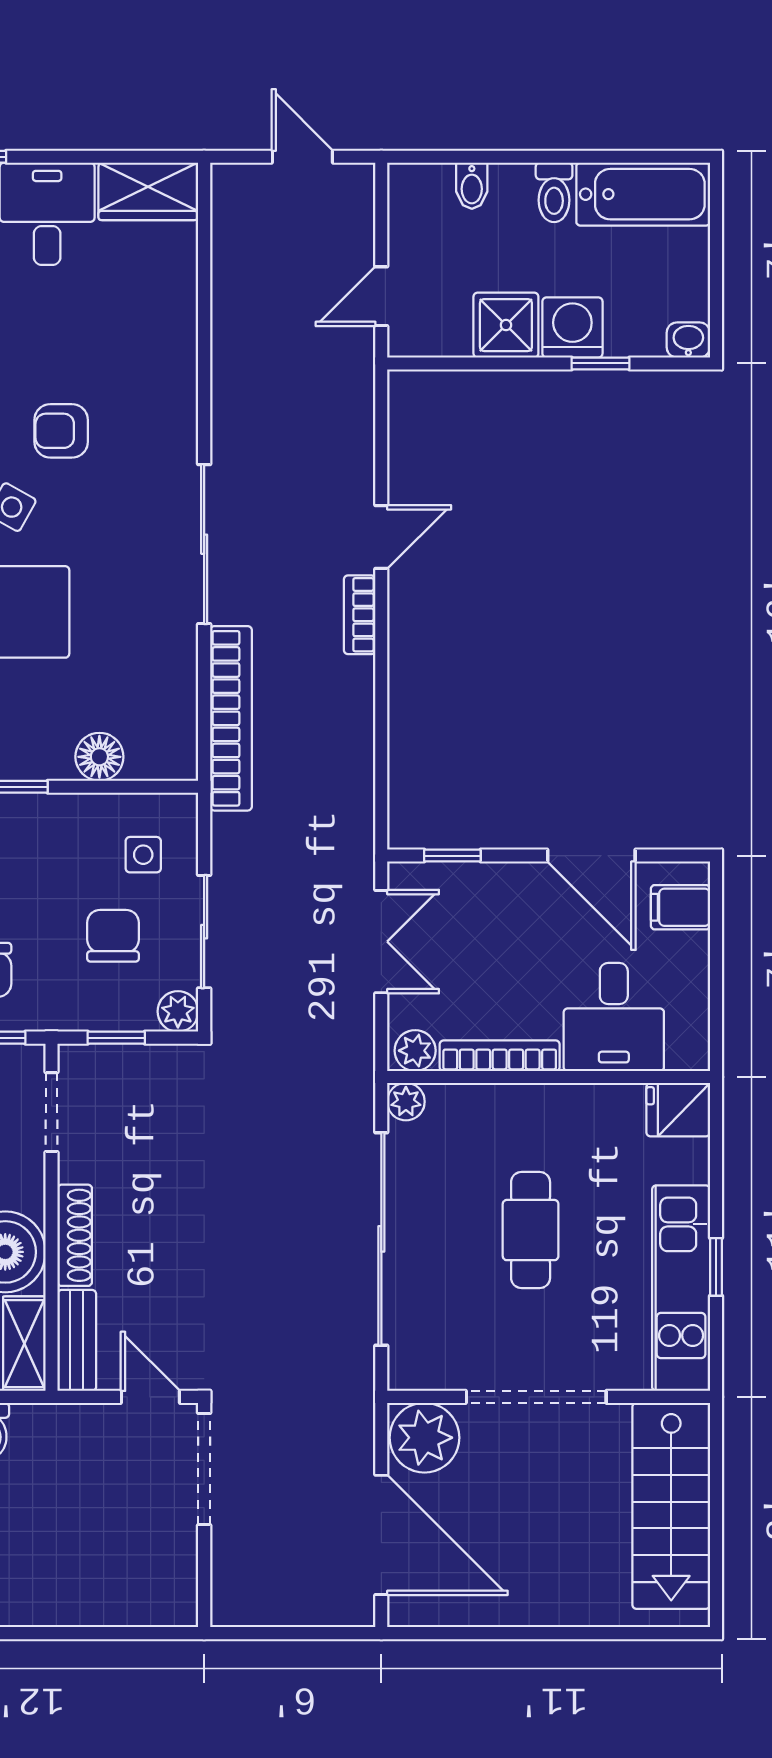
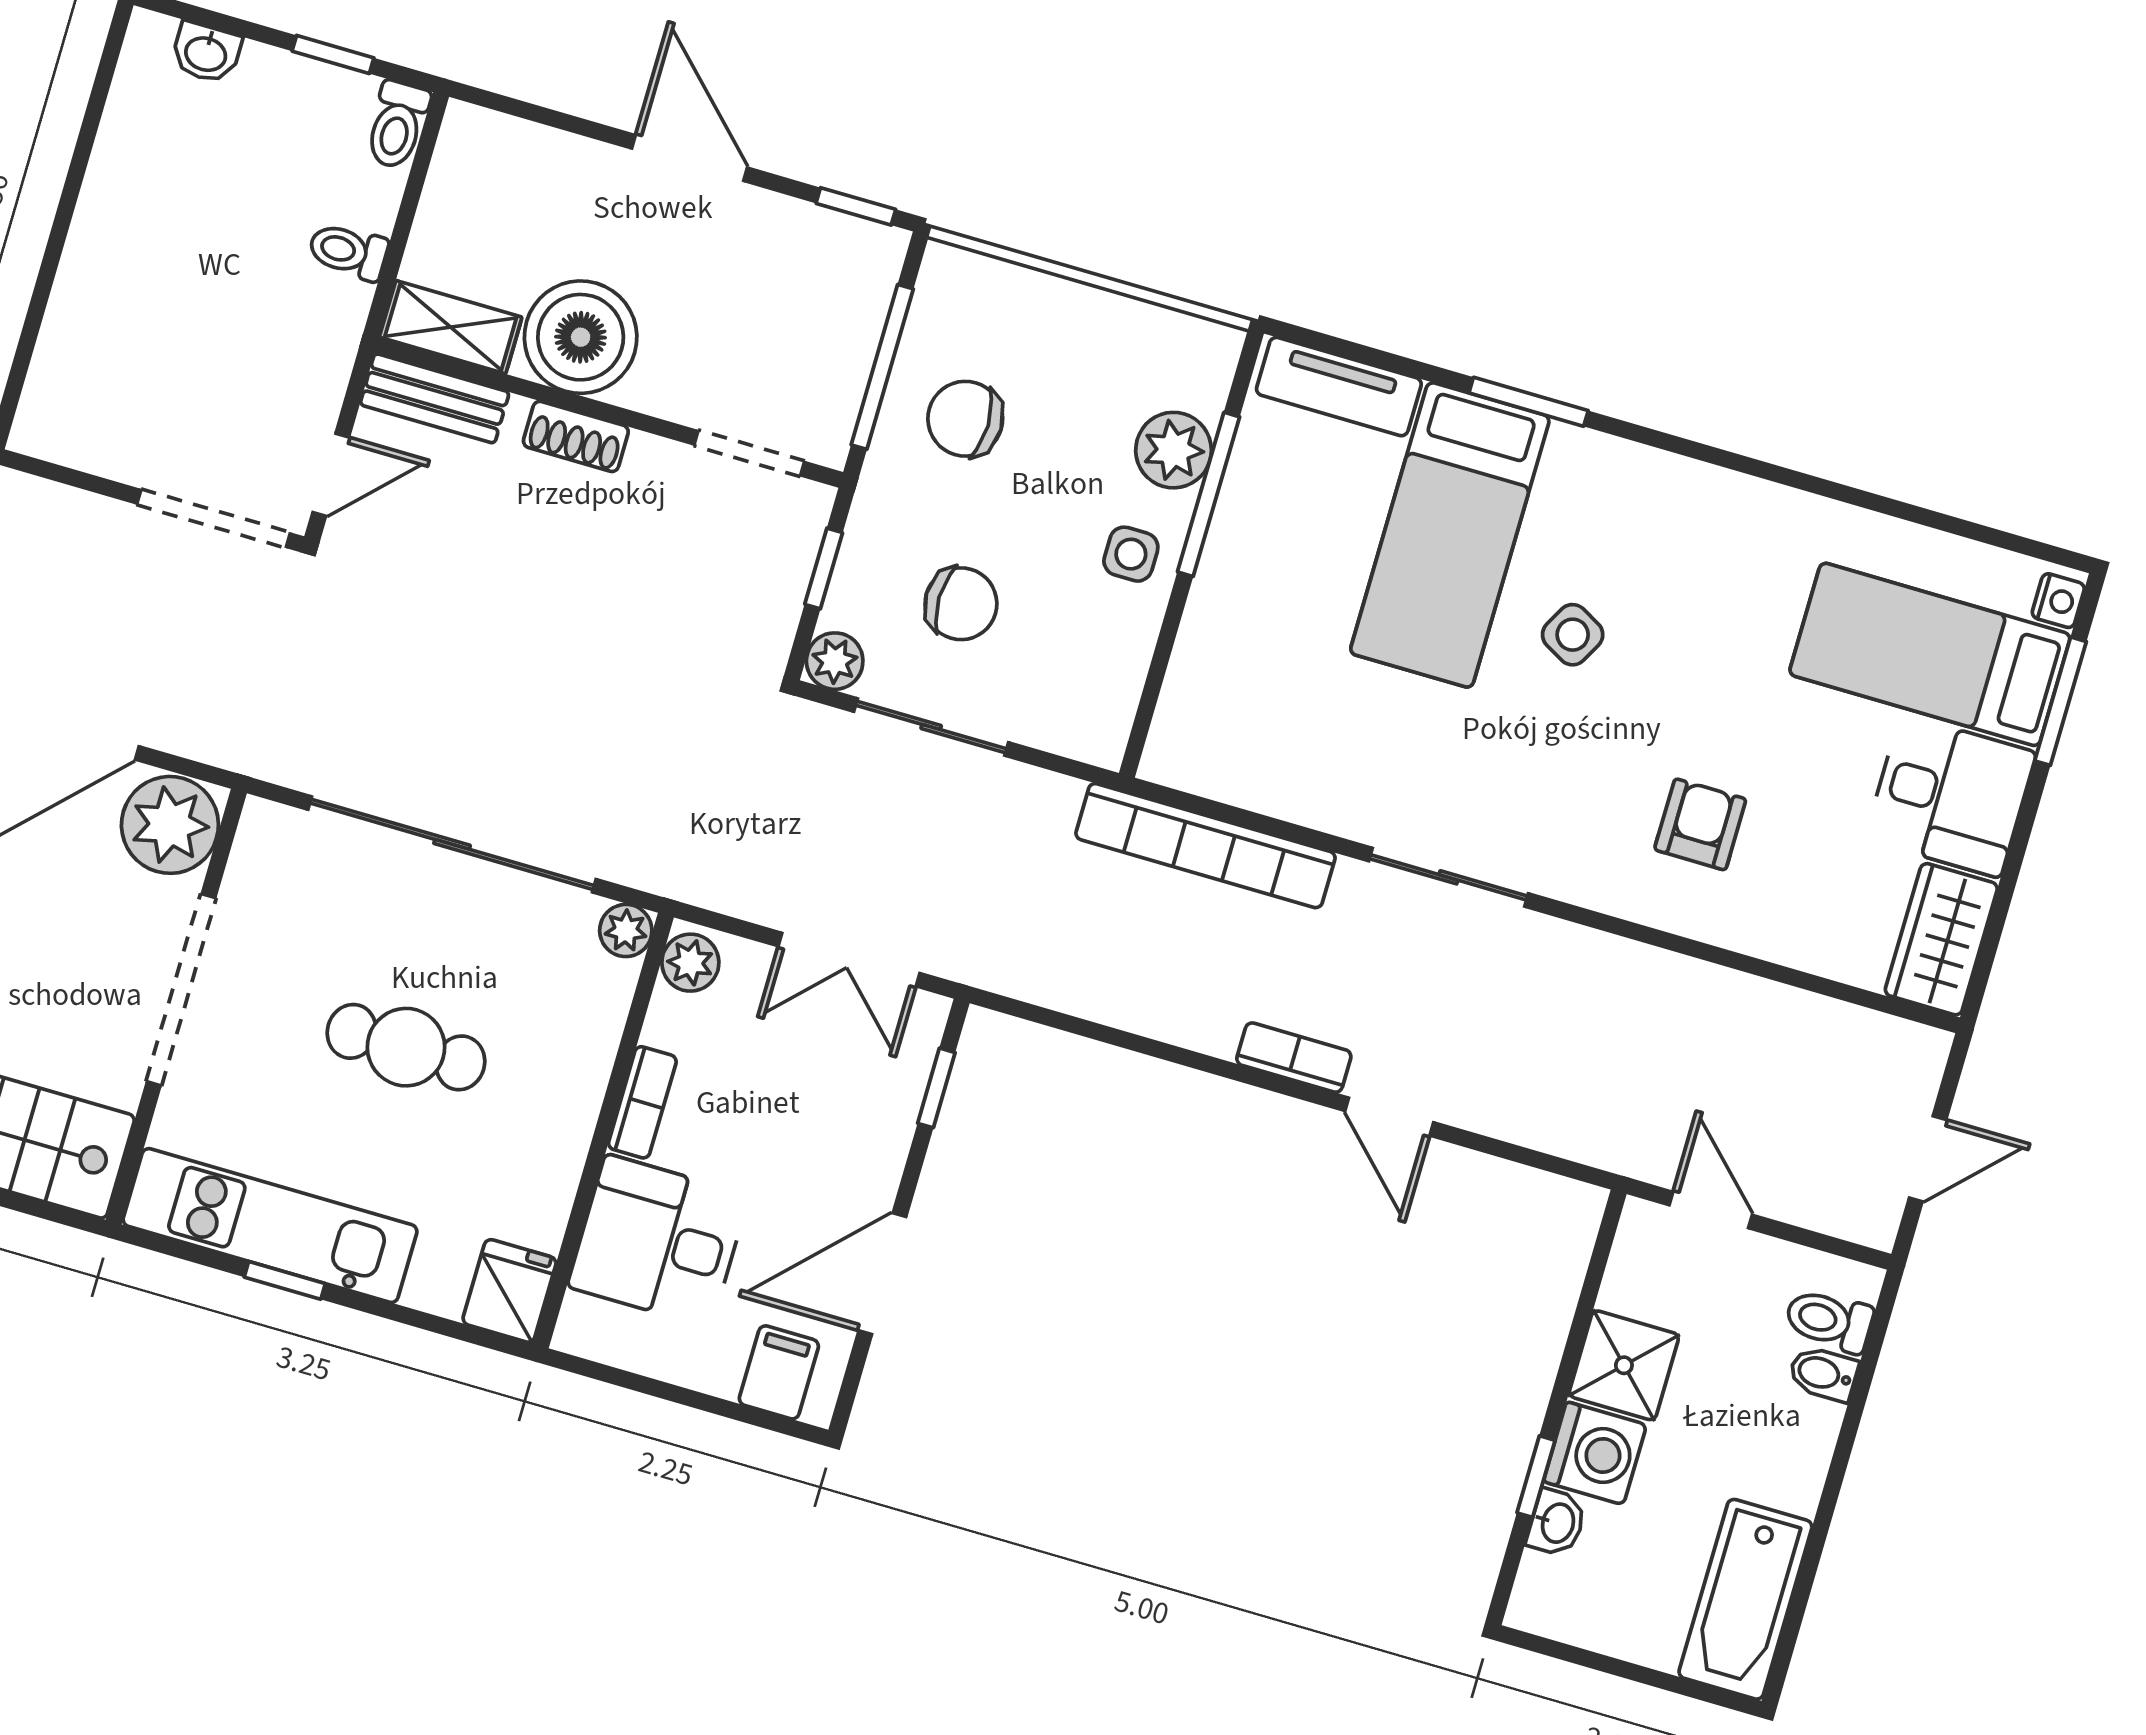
toilet: (554, 192) -> (1829, 1320), moved
washbasin: (688, 340) -> (1557, 1523), moved
armchair: (61, 431) -> (1700, 824), moved
sliding door: (204, 544) -> (1448, 877), width x0.73
floor lamp: (99, 757) -> (1205, 655), removed
side table: (143, 855) -> (1131, 554), moved
bookcase: (500, 1056) -> (642, 1102), width x0.64
shoe rack: (75, 1235) -> (576, 436), width x0.70

